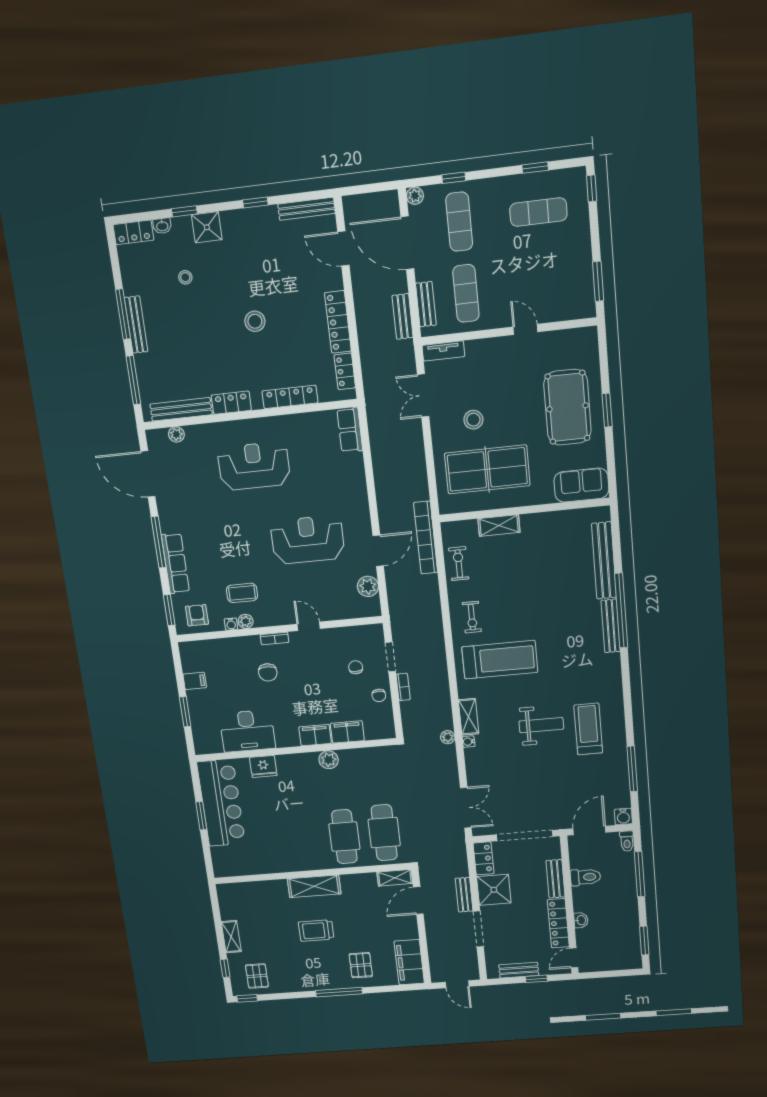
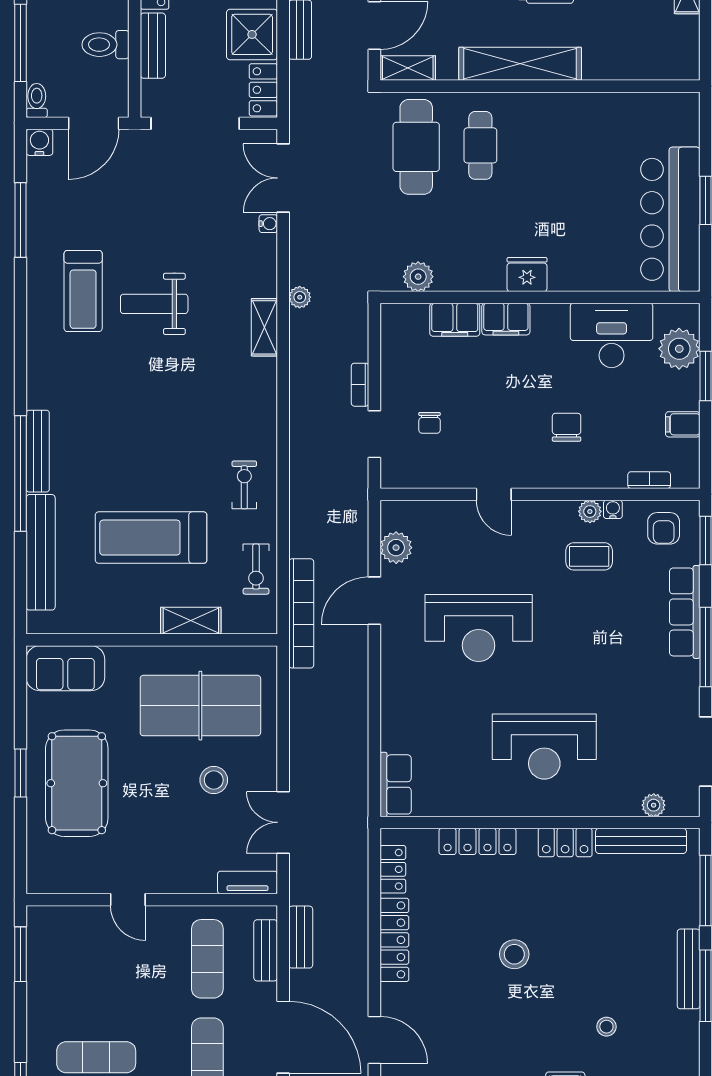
double door: (423, 396) -> (283, 822), swing flipped
bookcase: (275, 639) -> (649, 480), moved
treadmill: (500, 660) -> (151, 538), moved
chair: (379, 695) -> (399, 374), removed
plant: (204, 727) -> (679, 349), added
water cooler: (469, 742) -> (268, 224), moved
plant: (329, 760) -> (418, 277), moved
fridge: (263, 766) -> (527, 275), moved
cafe table: (344, 837) -> (480, 145), width x0.73, depth x0.74
shelving: (314, 886) -> (520, 64), width x1.47

